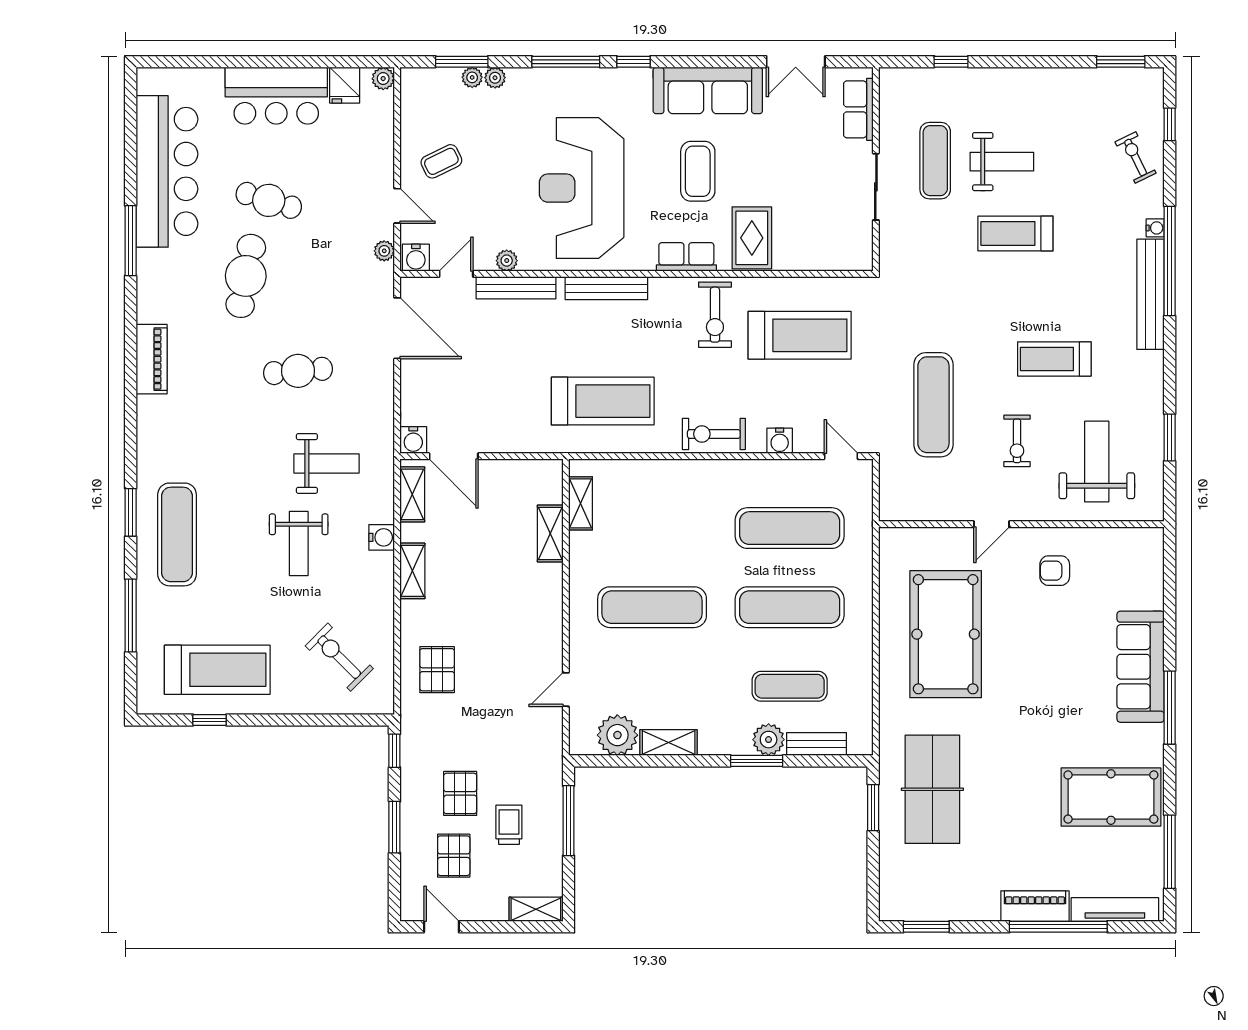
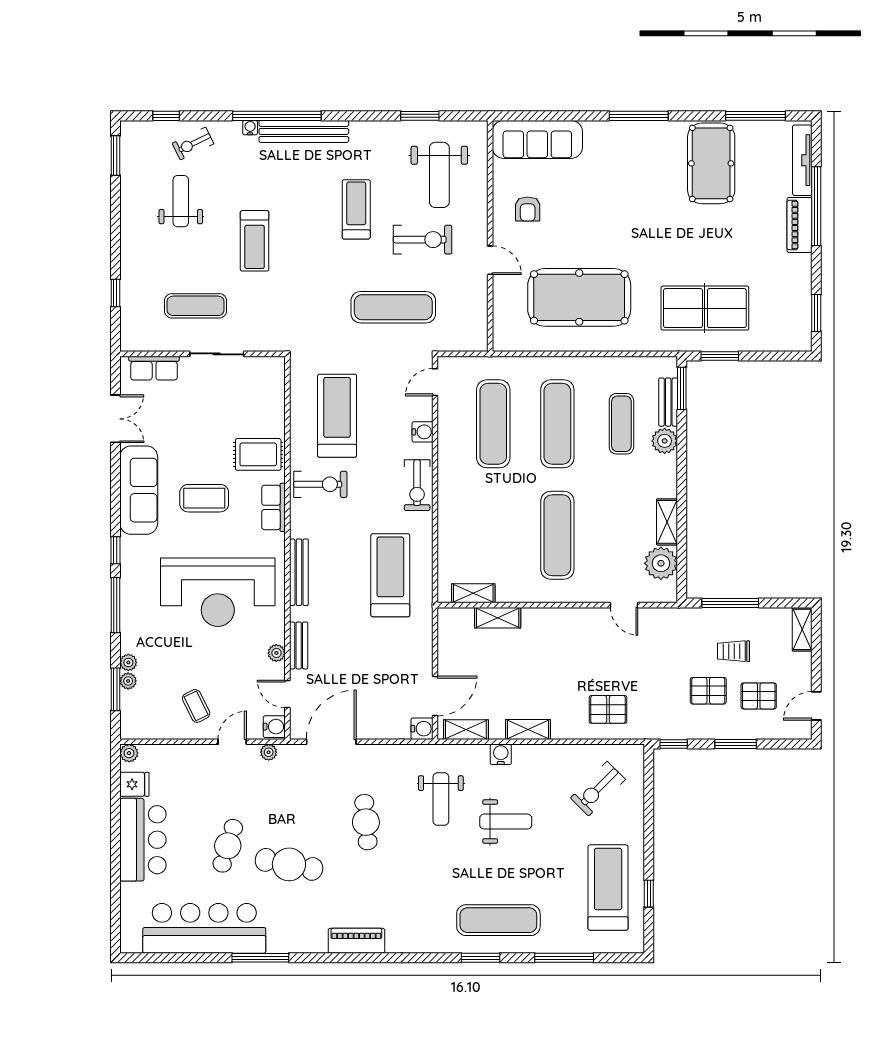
weight bench: (1002, 162) -> (181, 201), moved
bench: (516, 288) -> (299, 646), width x0.73
treadmill: (1054, 359) -> (356, 209), turned 180
exercise bike: (1017, 441) -> (423, 240), width x1.38, depth x1.39
weight bench: (1097, 462) -> (439, 175), turned -90
weight bench: (327, 463) -> (441, 799), turned 180
sofa: (1141, 667) -> (537, 139), moved
window: (757, 761) -> (682, 388), moved

